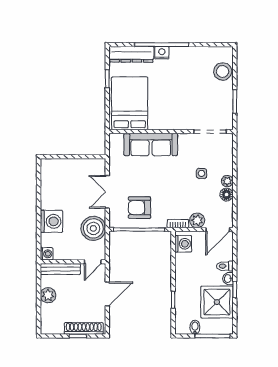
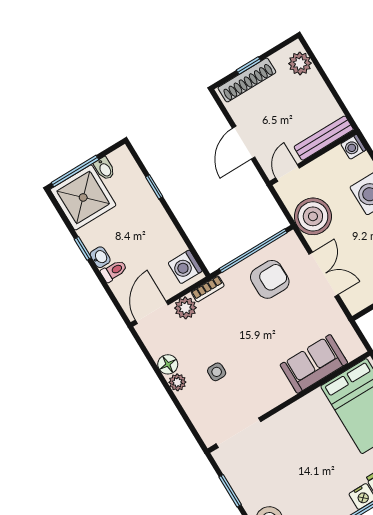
sofa: (151, 145) -> (314, 364), width x0.73
plant: (48, 295) -> (300, 63), moved
shower: (217, 302) -> (83, 197), moved

